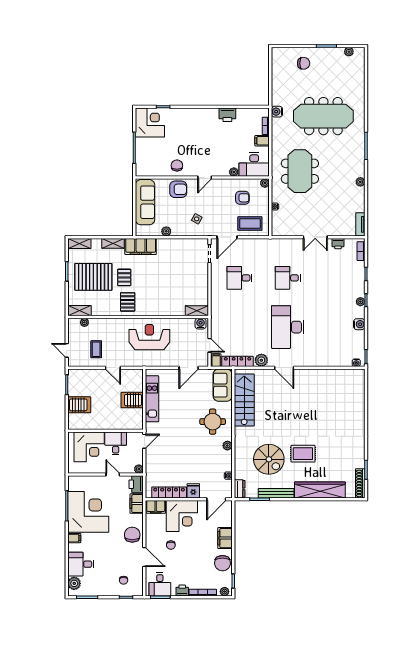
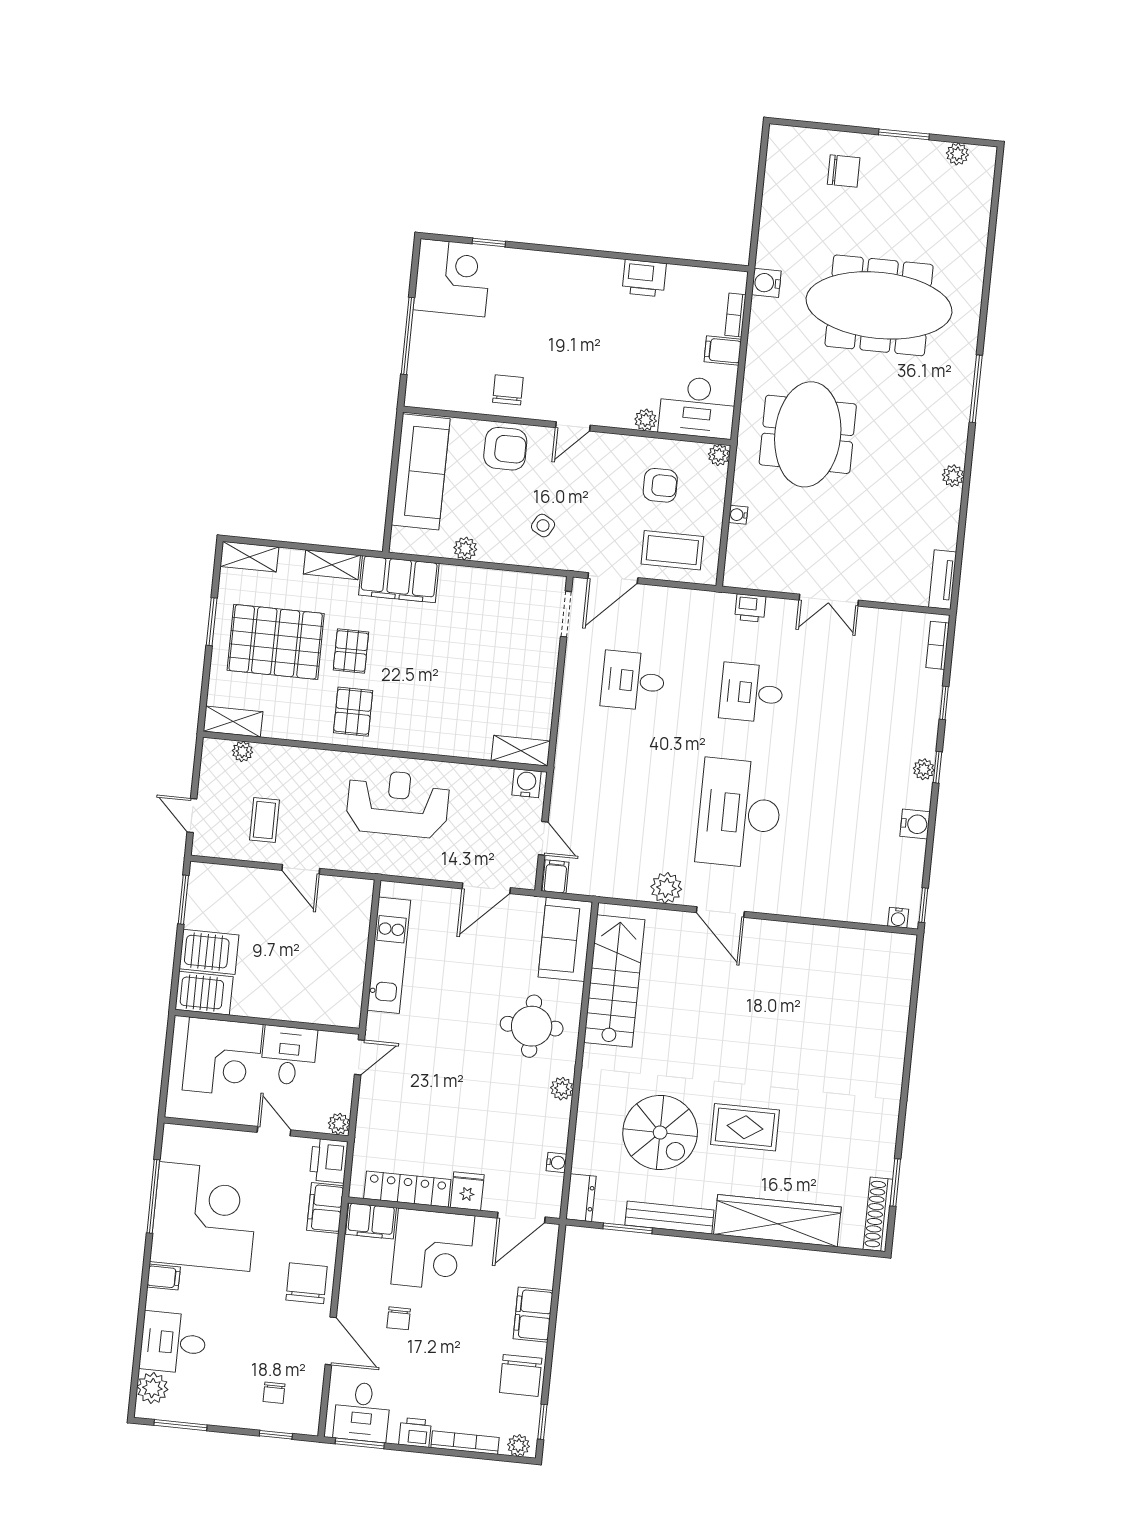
printer: (338, 244) -> (750, 608), moved
locker: (238, 361) -> (608, 885), removed
server rack: (132, 400) -> (204, 993), moved, turned 180

